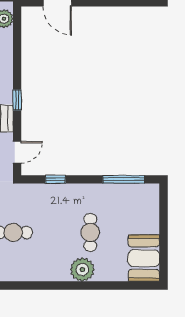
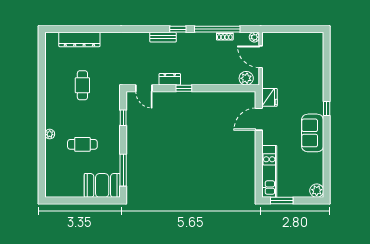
booth: (144, 258) -> (102, 185), moved
plant: (82, 270) -> (50, 134), width x0.53, depth x0.53

